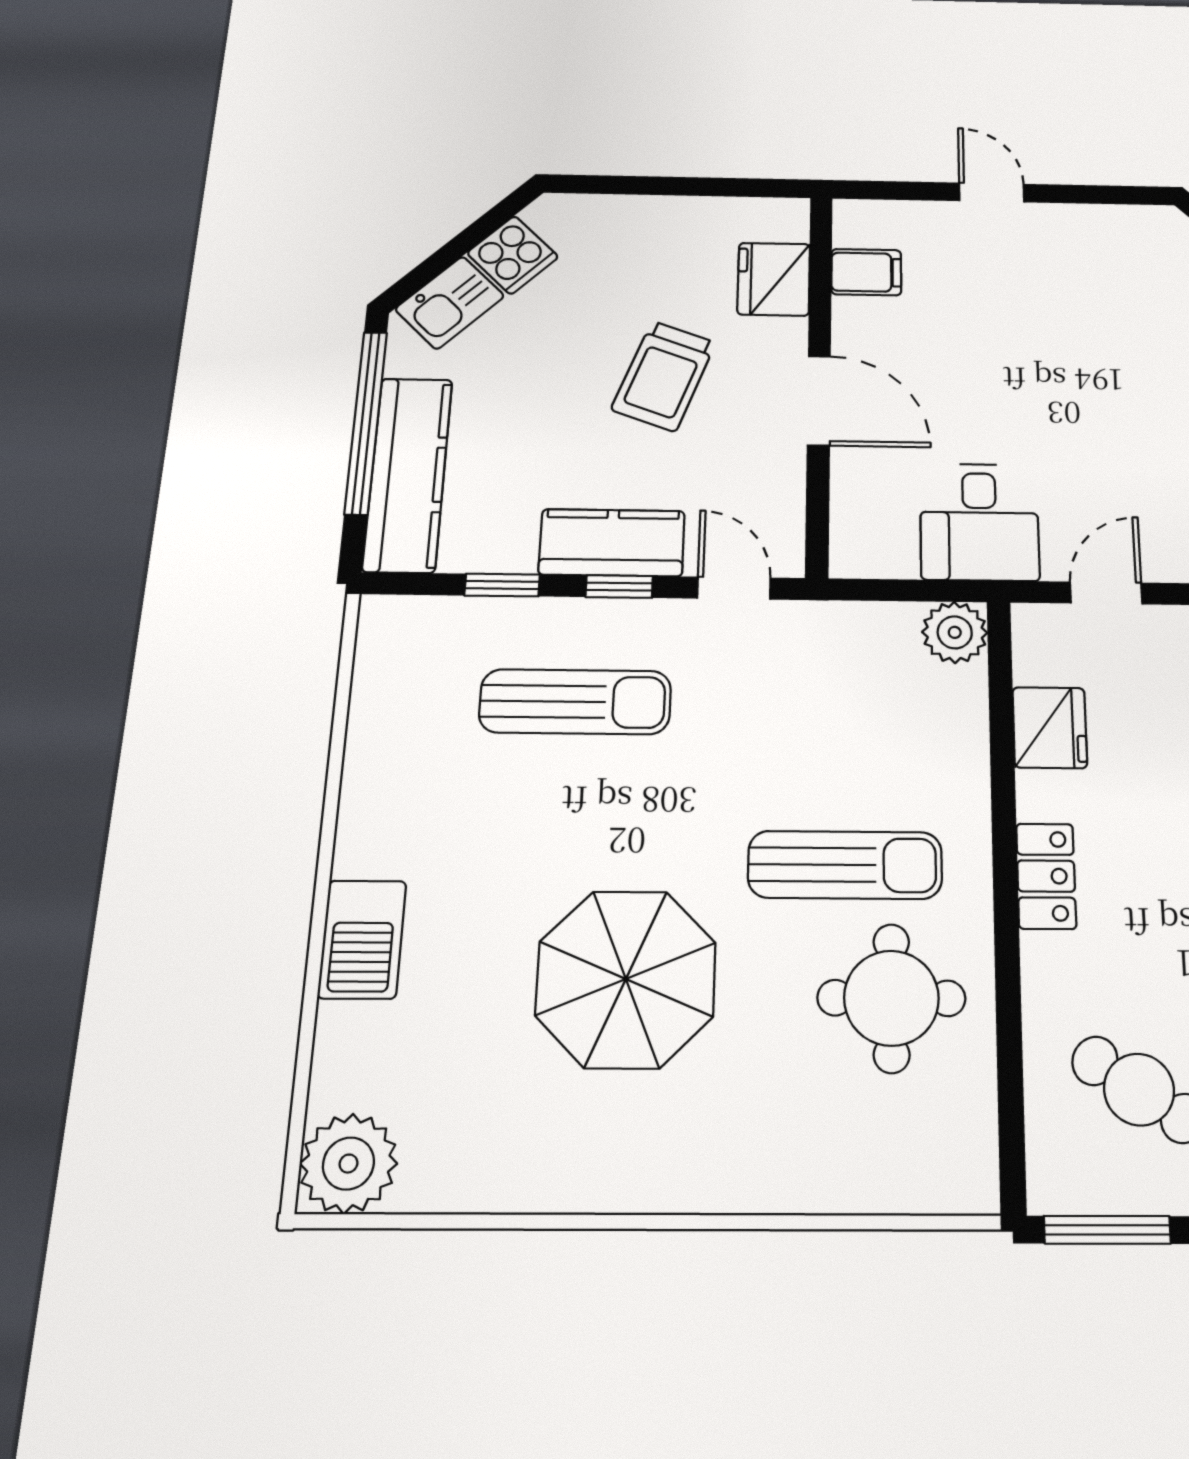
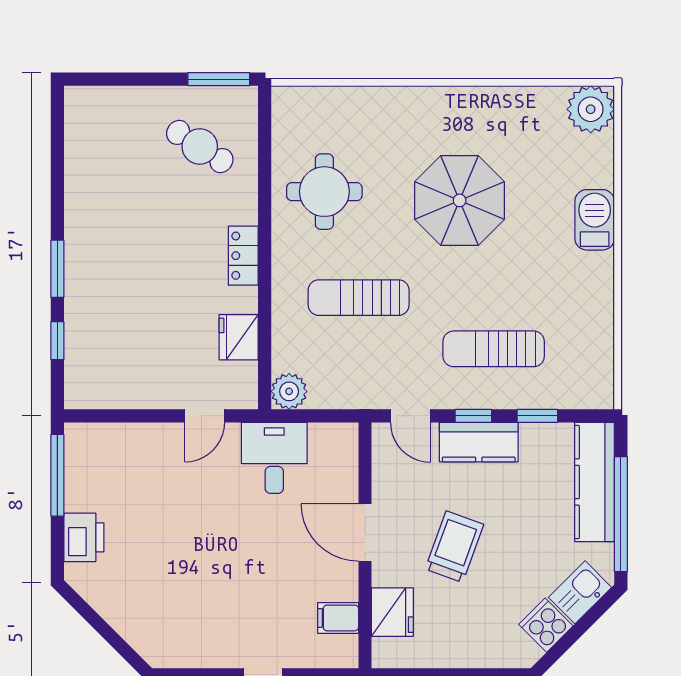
sun lounger: (845, 865) -> (359, 298), moved

